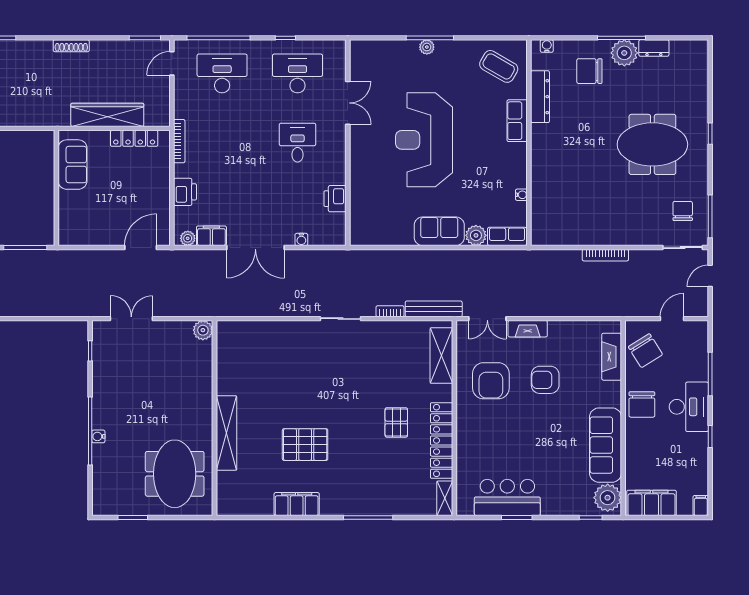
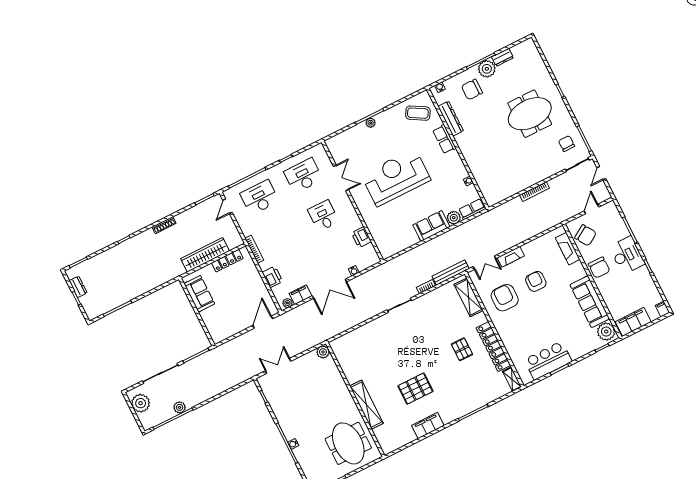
reception desk: (424, 140) -> (396, 177), turned 90
armchair: (545, 380) -> (536, 281), turned 90
armchair: (491, 381) -> (505, 298), turned 180

